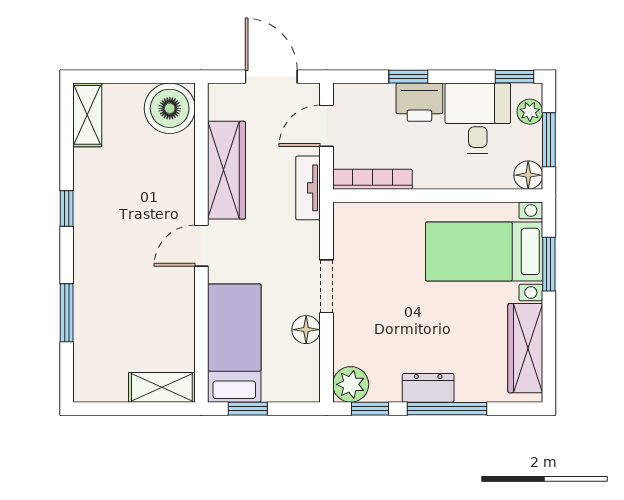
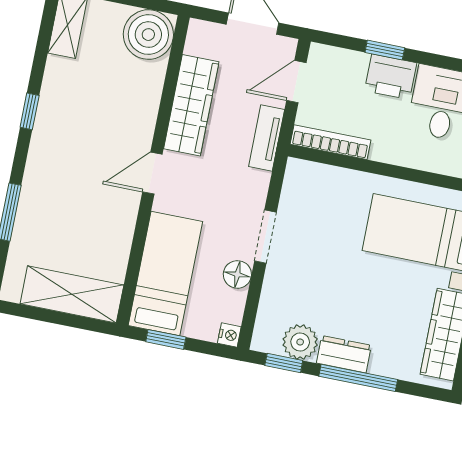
plant: (351, 384) -> (300, 342), moved
shelving: (162, 387) -> (72, 294), width x1.50, depth x1.33
nightstand: (310, 392) -> (229, 335), added

